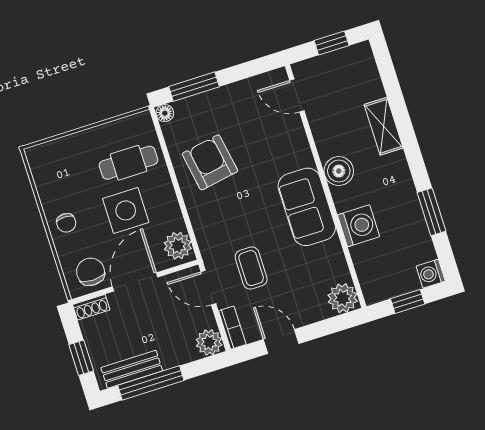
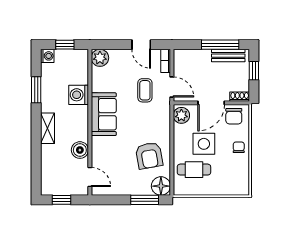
floor lamp: (165, 113) -> (161, 186), width x1.89, depth x1.89
shelving: (384, 126) -> (47, 128), moved
boiler: (339, 171) -> (80, 150), moved
plant: (209, 342) -> (181, 57), removed

